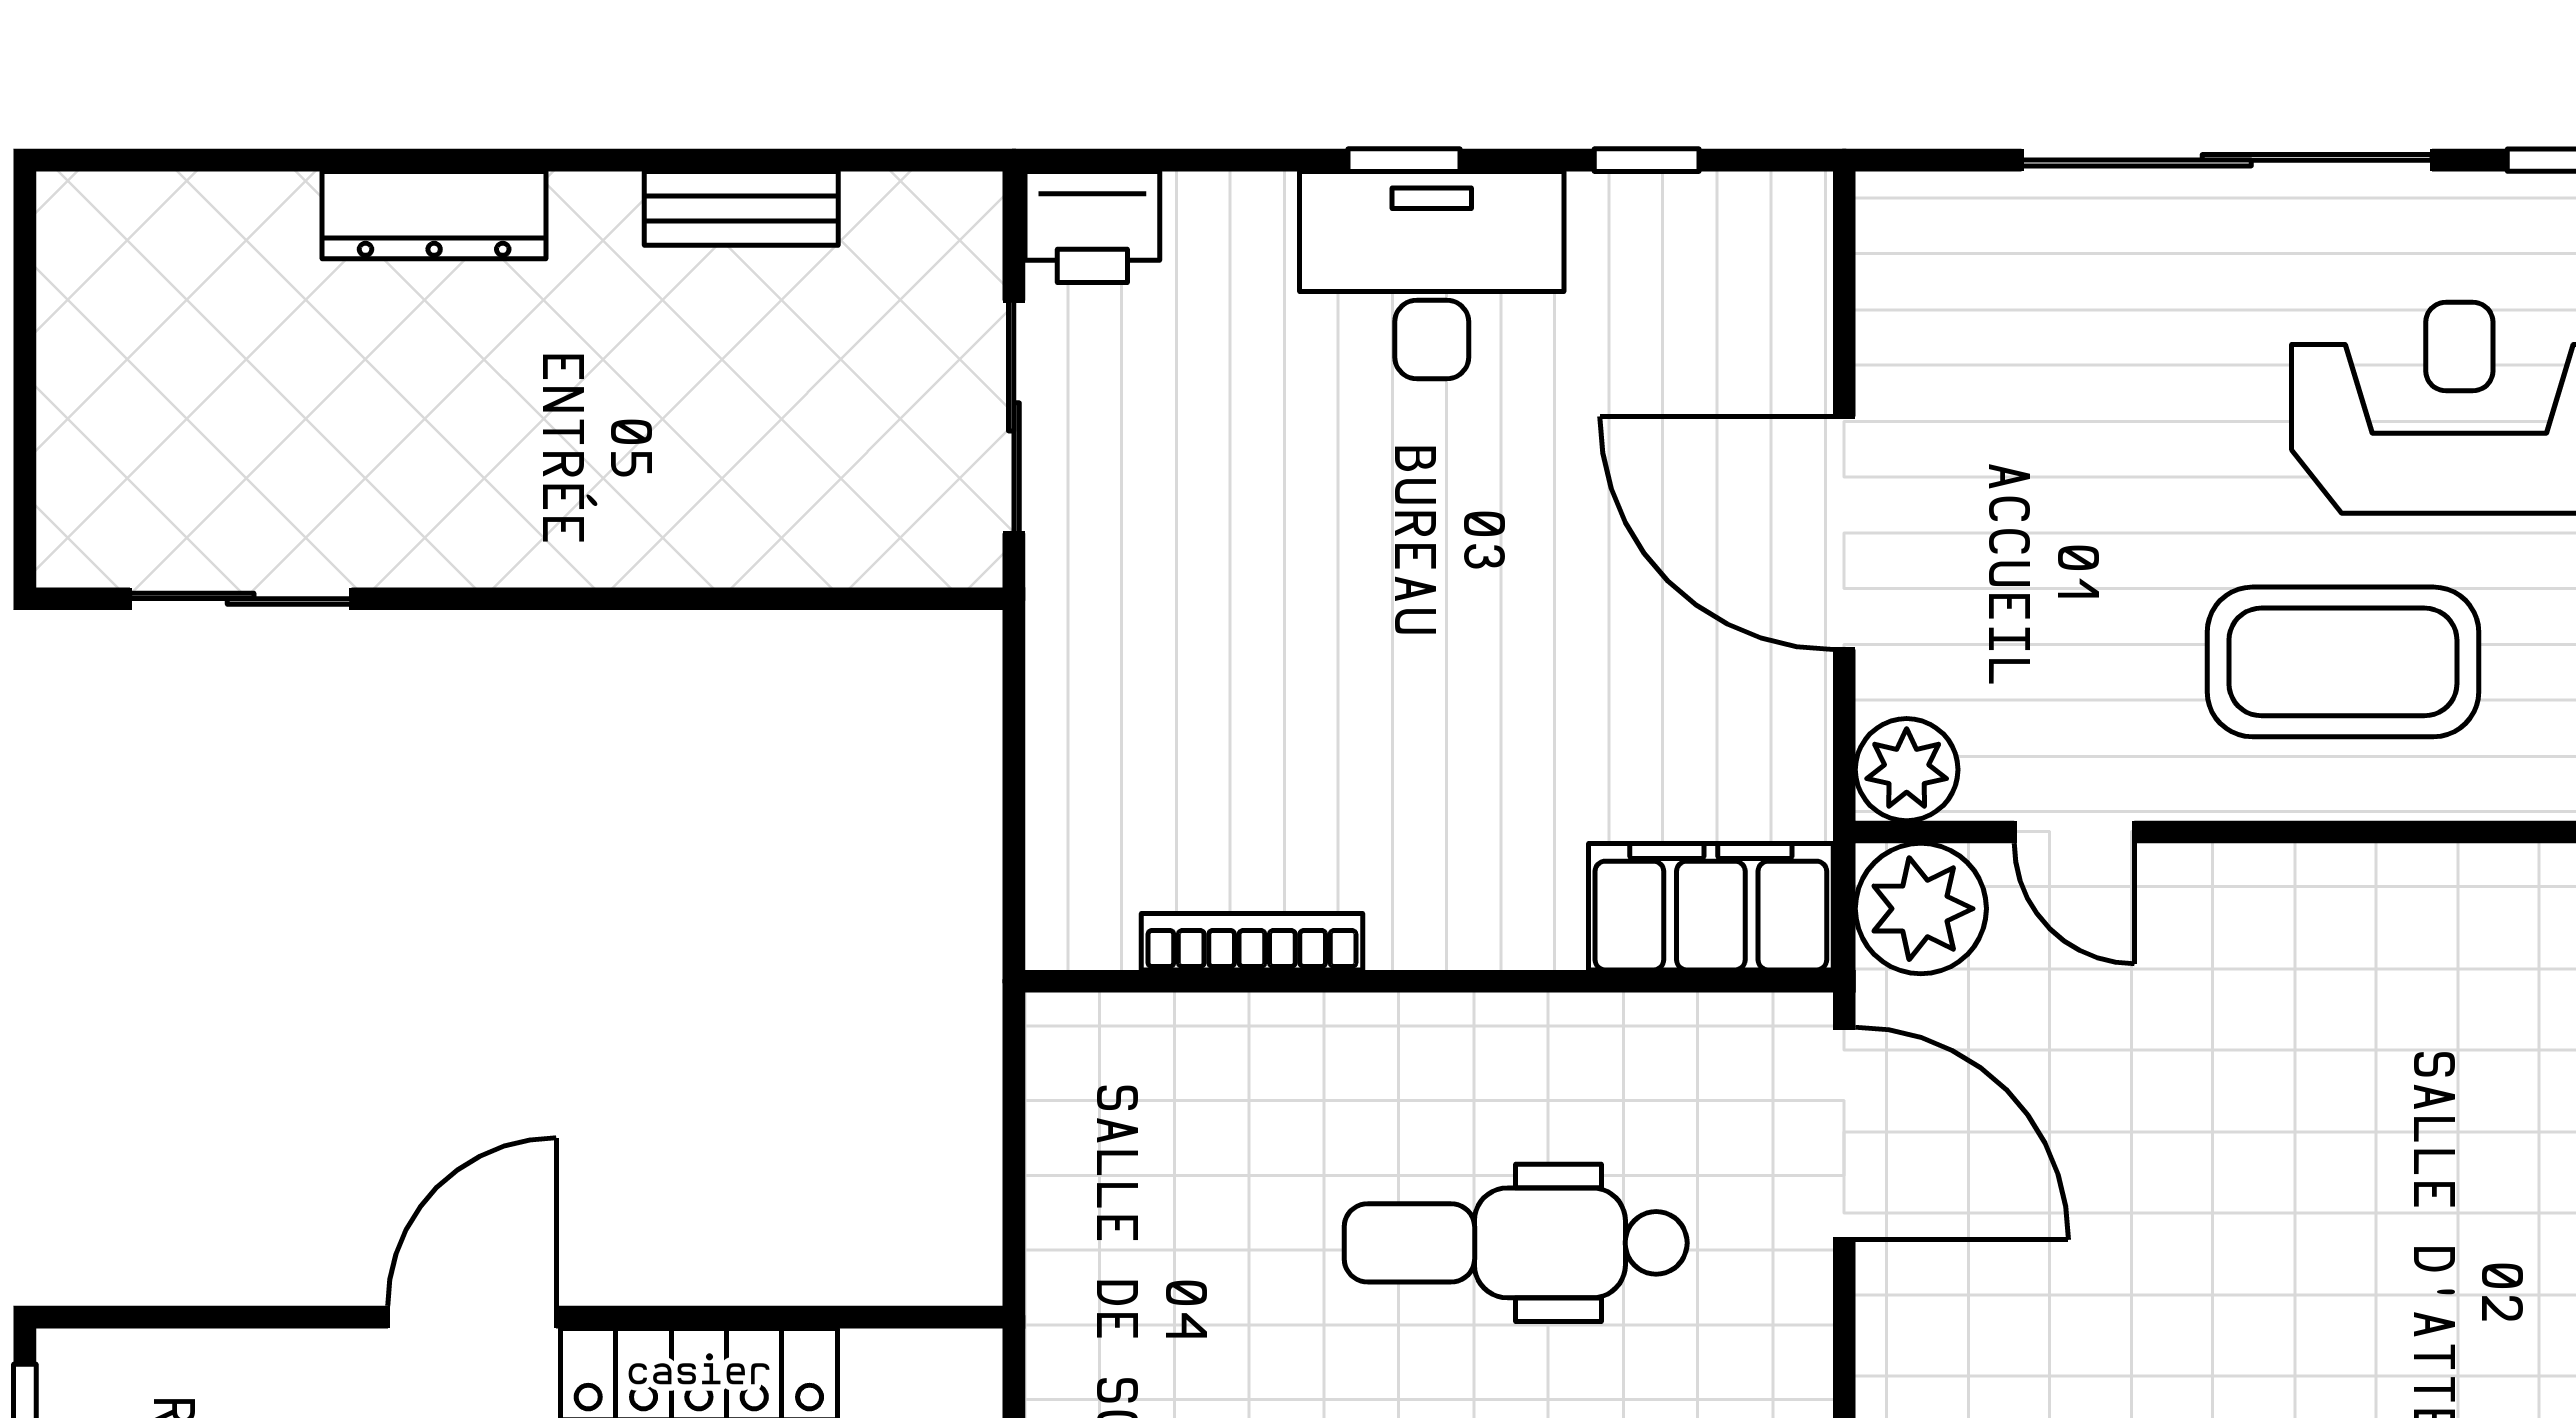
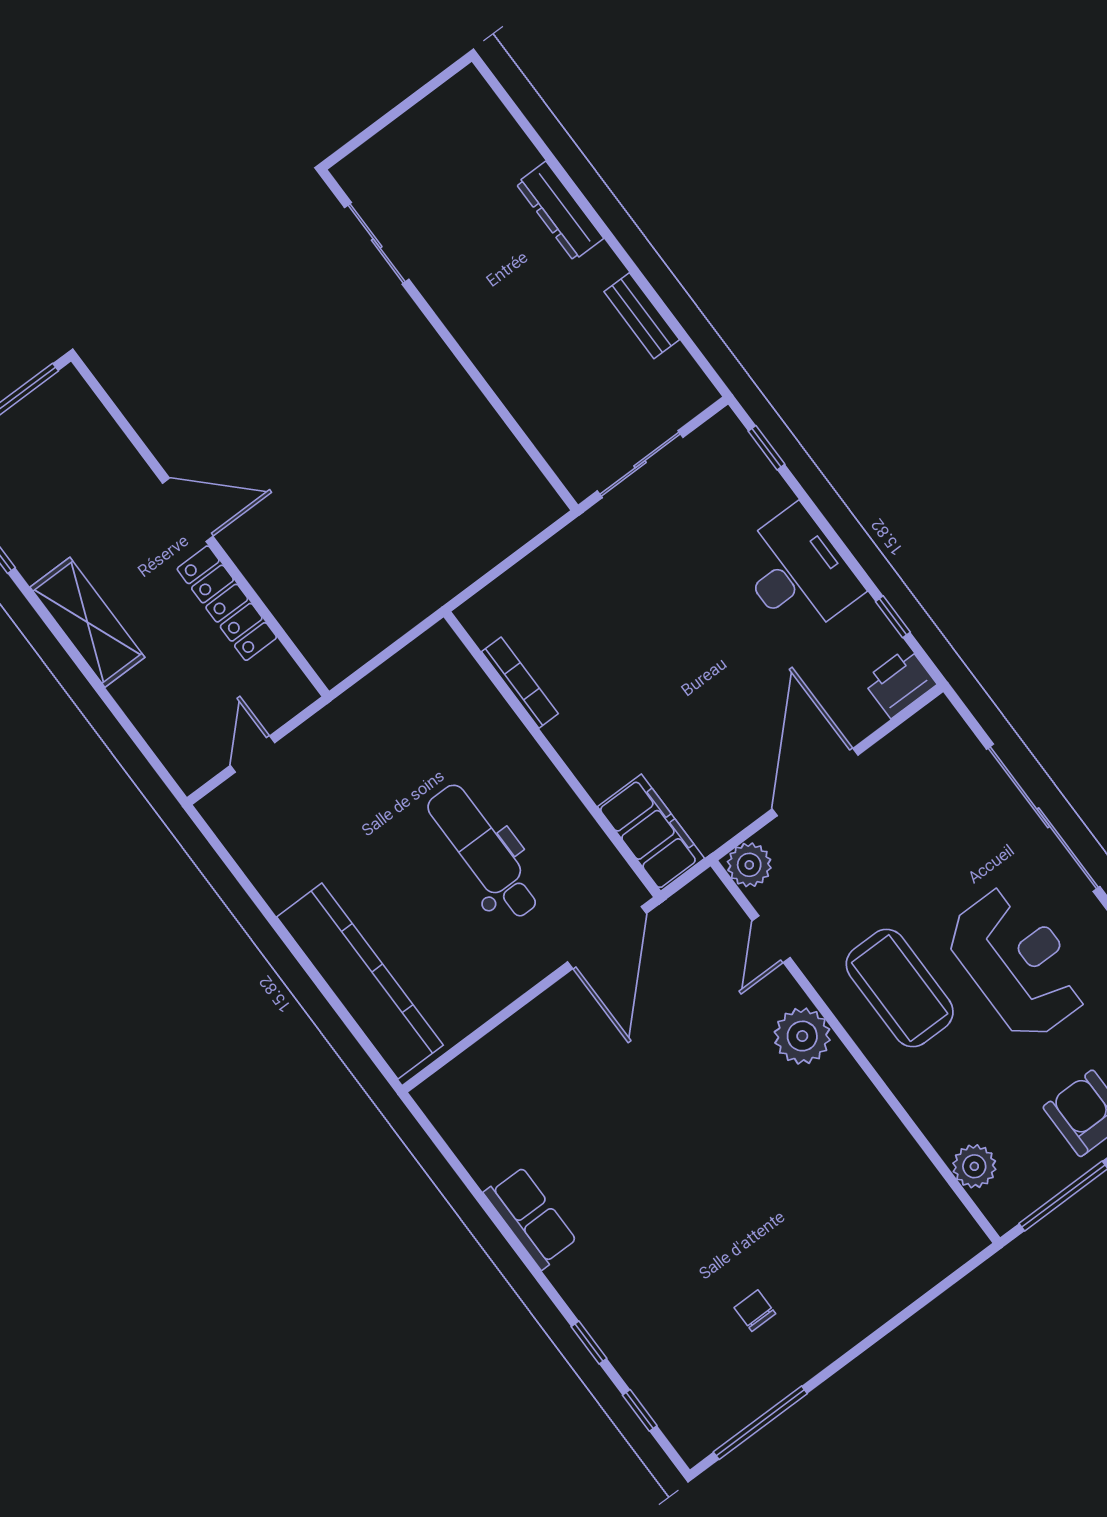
window: (1404, 160) -> (766, 448), moved
printer: (1092, 227) -> (900, 682), moved, turned 90
plant: (1921, 909) -> (802, 1036), moved

